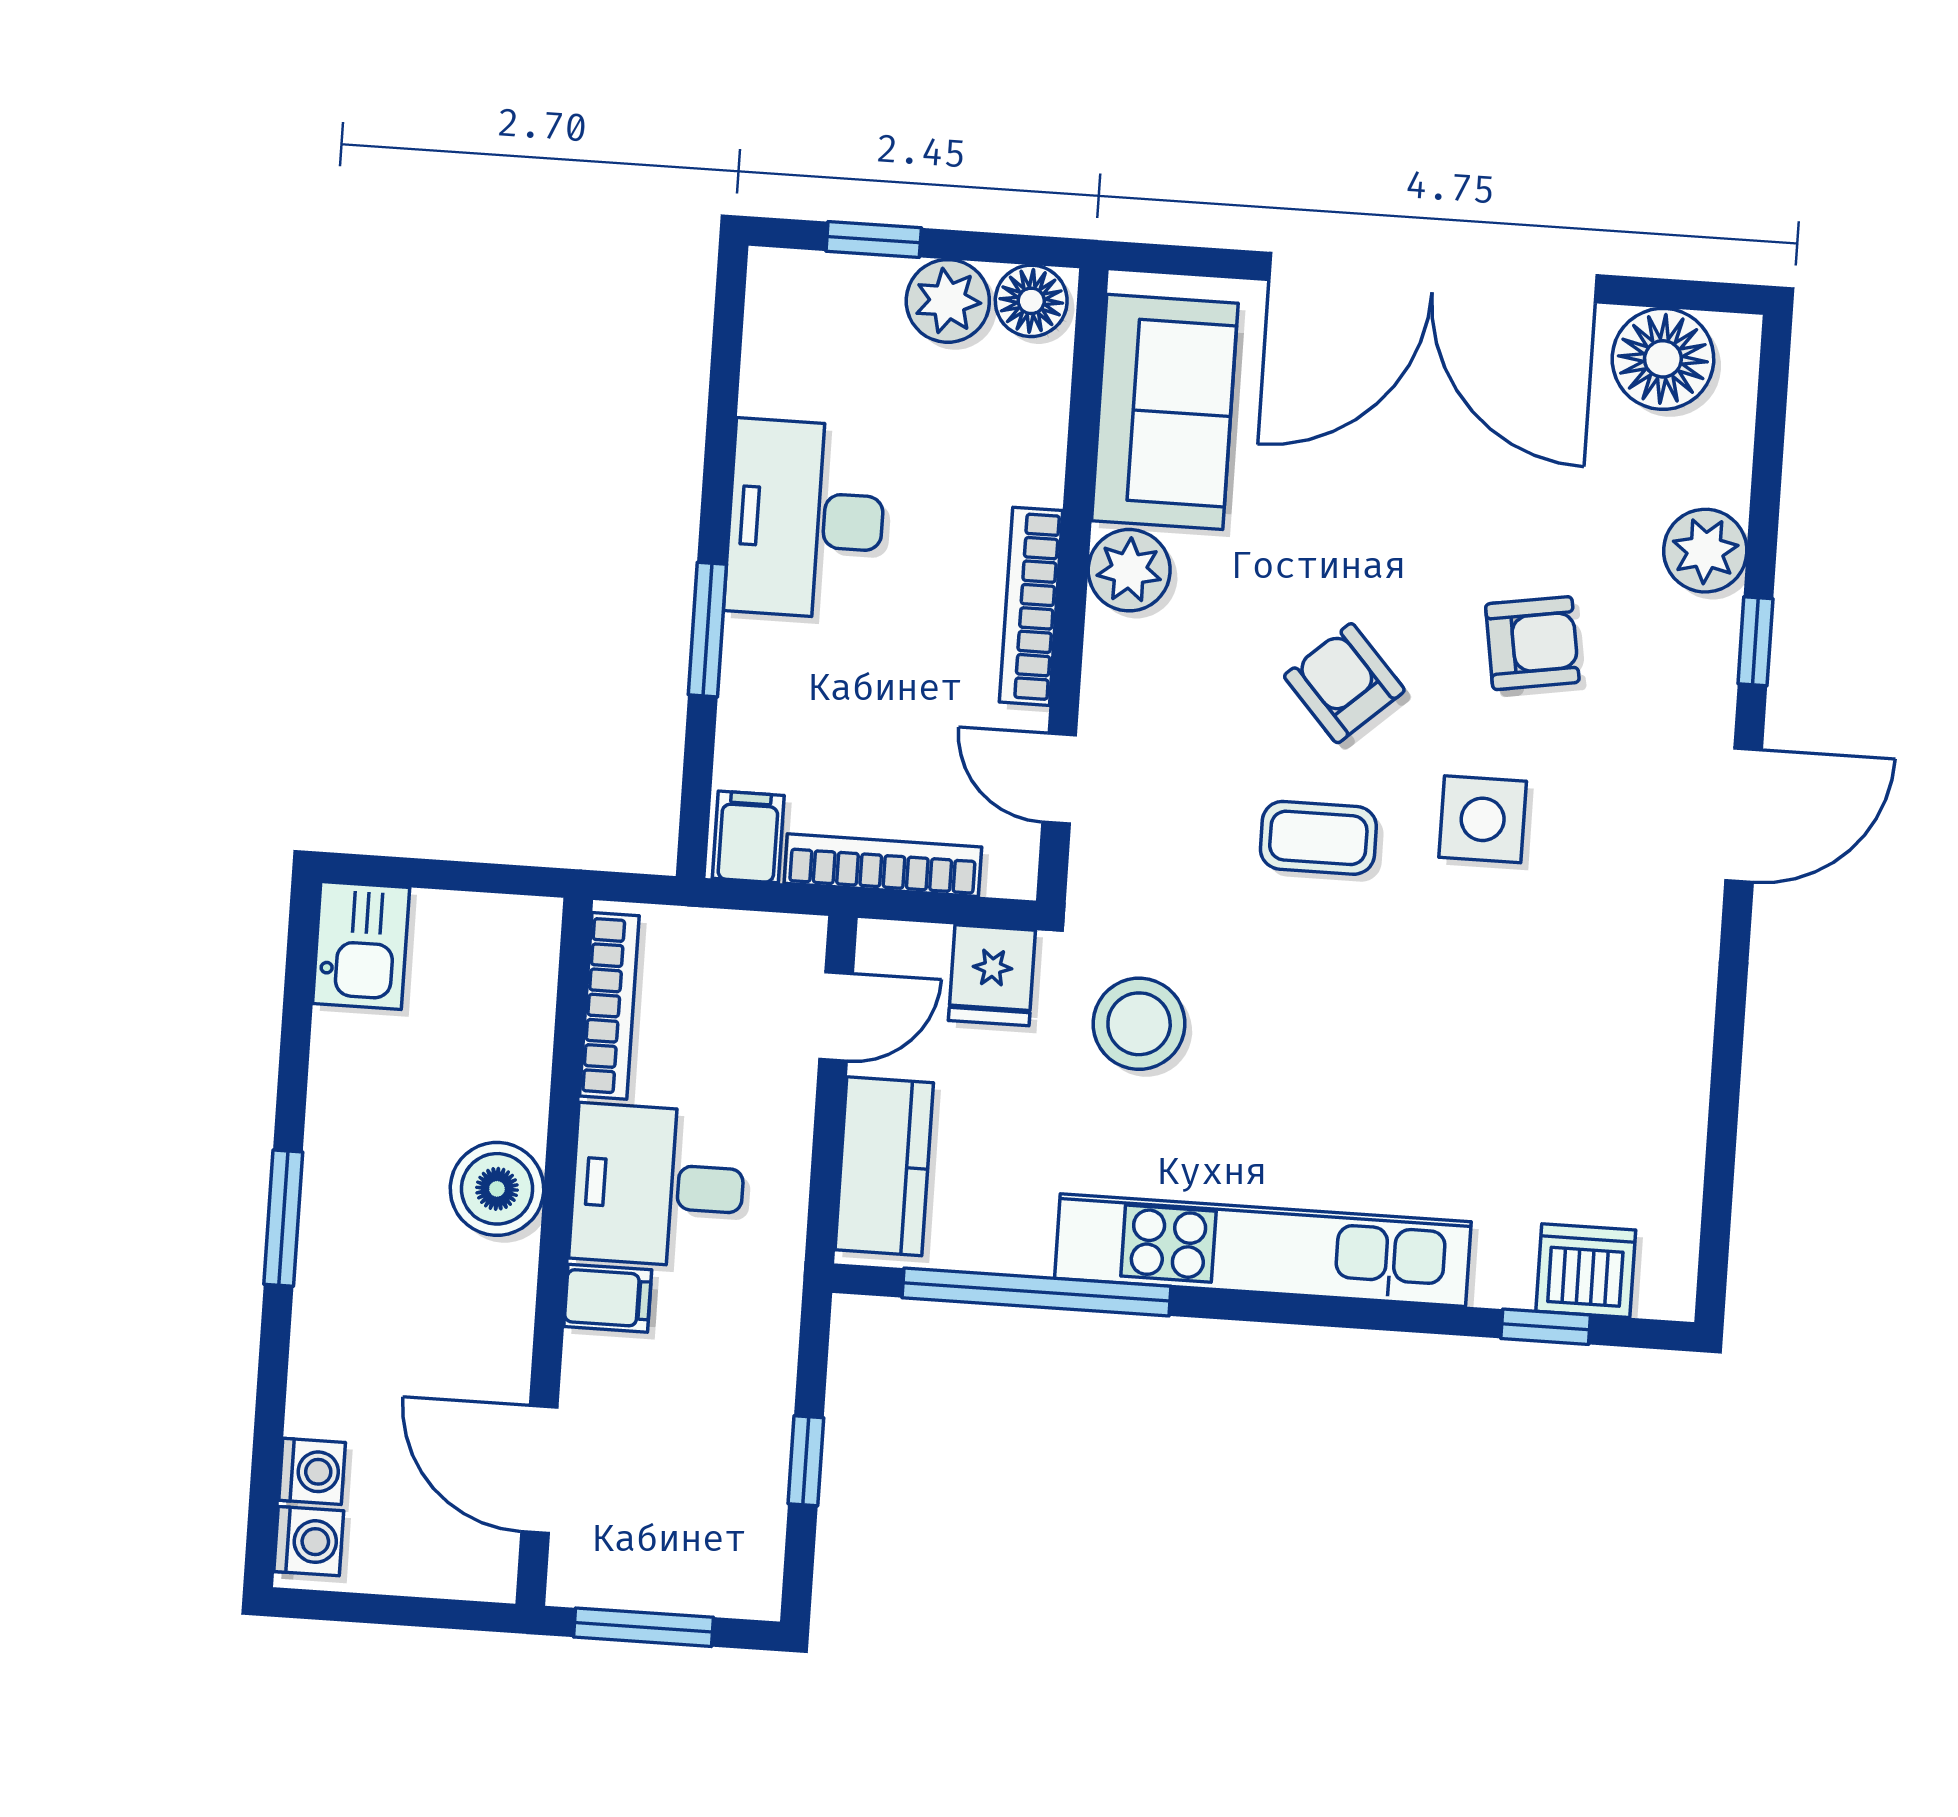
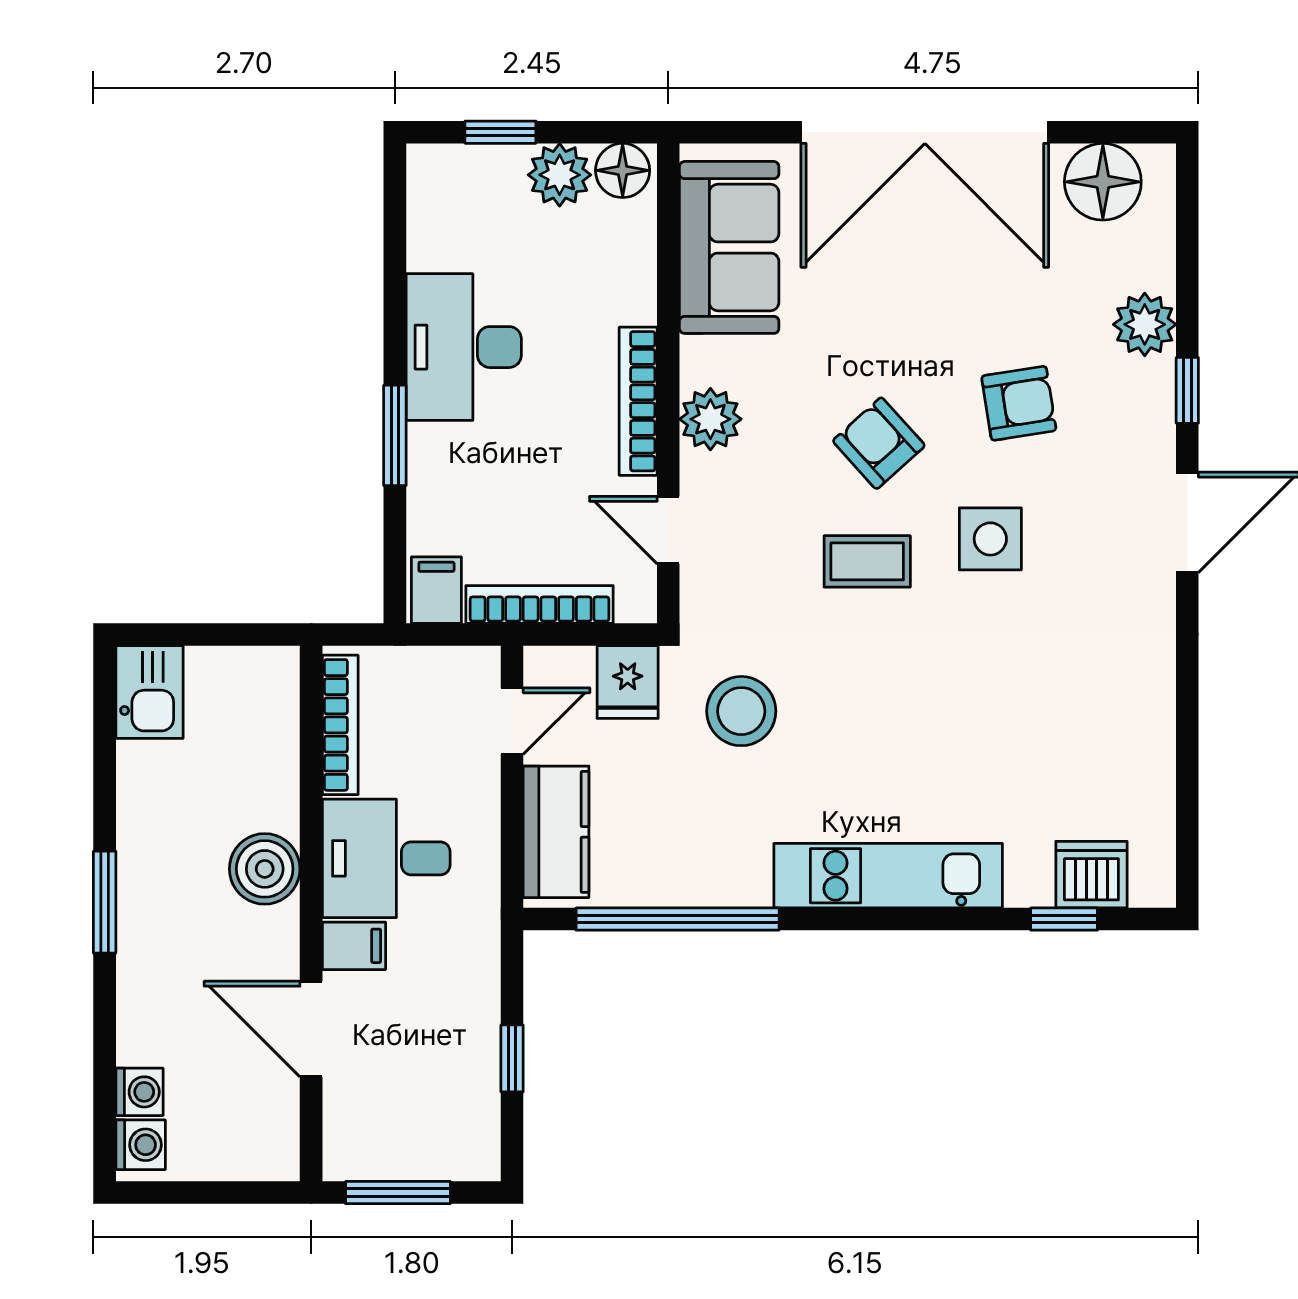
plant: (1129, 570) -> (710, 419), moved
kitchen unit: (1263, 1250) -> (888, 876), width x0.73
door: (539, 1470) -> (311, 1029), moved

